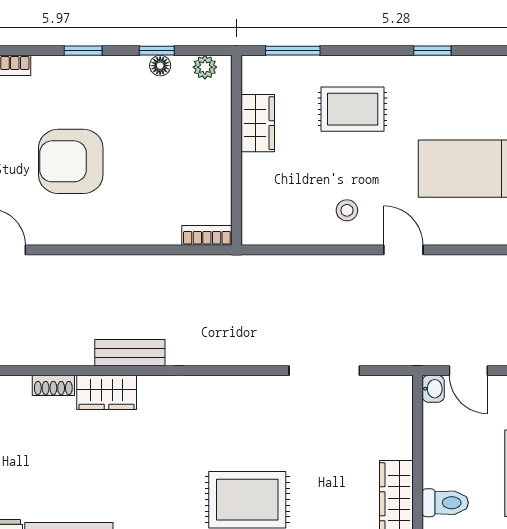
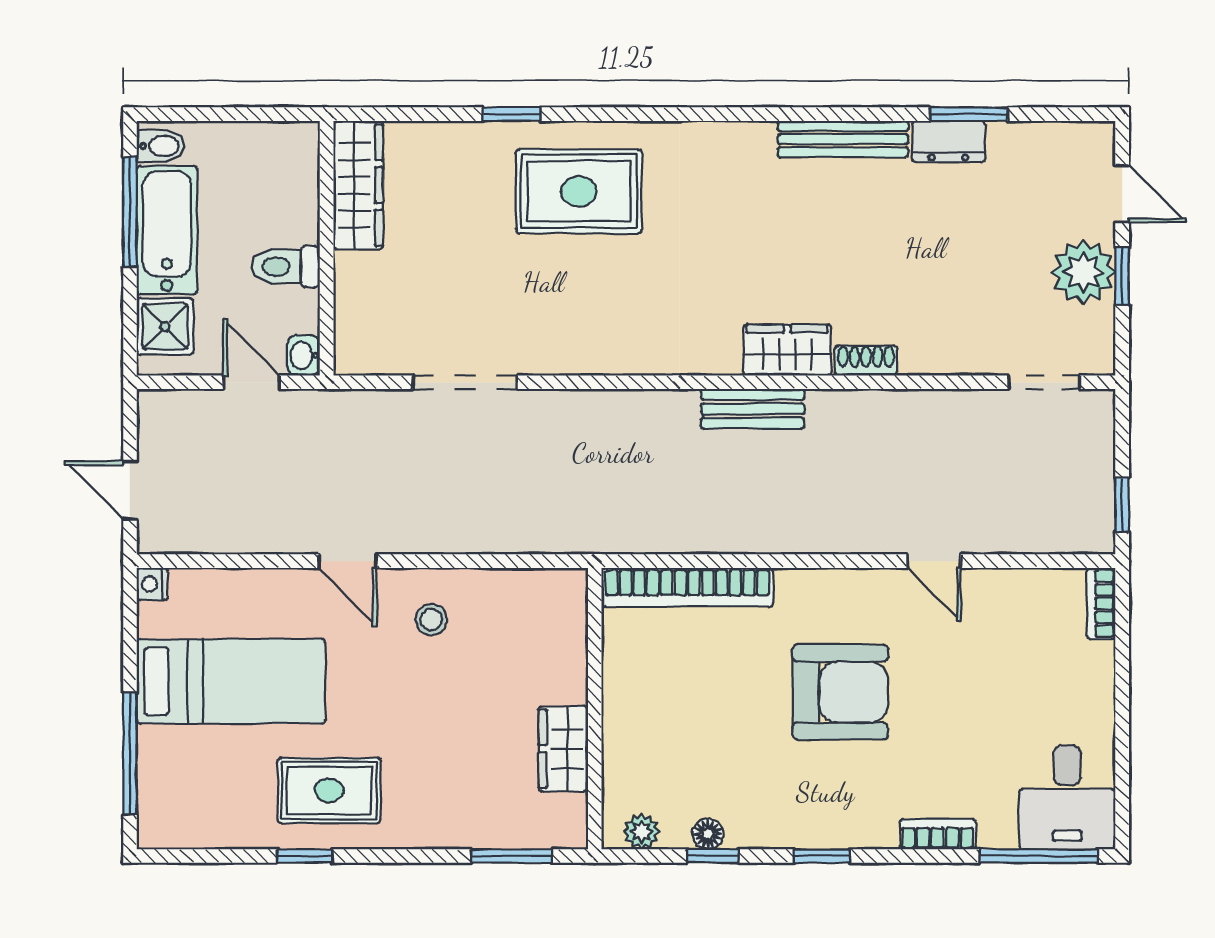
rug: (353, 109) -> (329, 790), moved
bookcase: (207, 235) -> (687, 587), width x2.31, depth x1.31
toilet: (445, 503) -> (286, 267), moved

